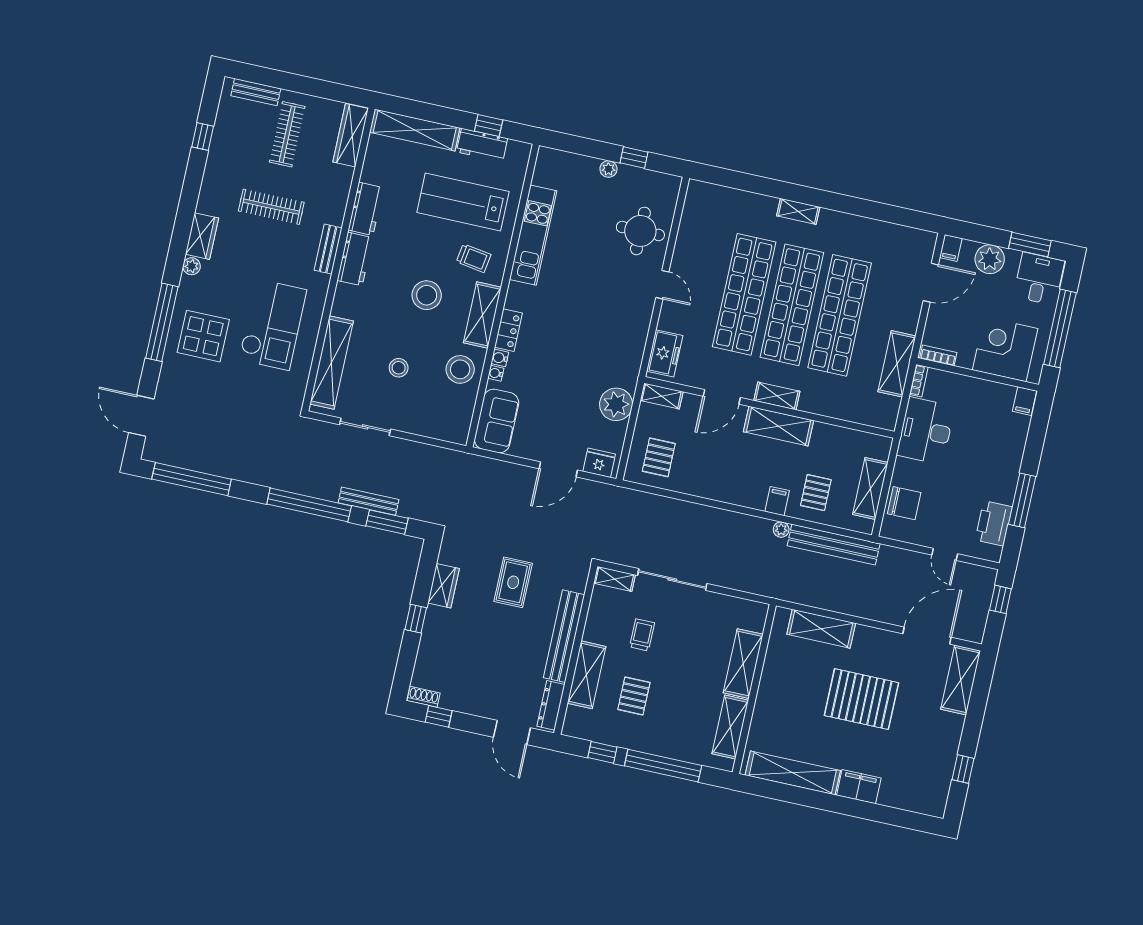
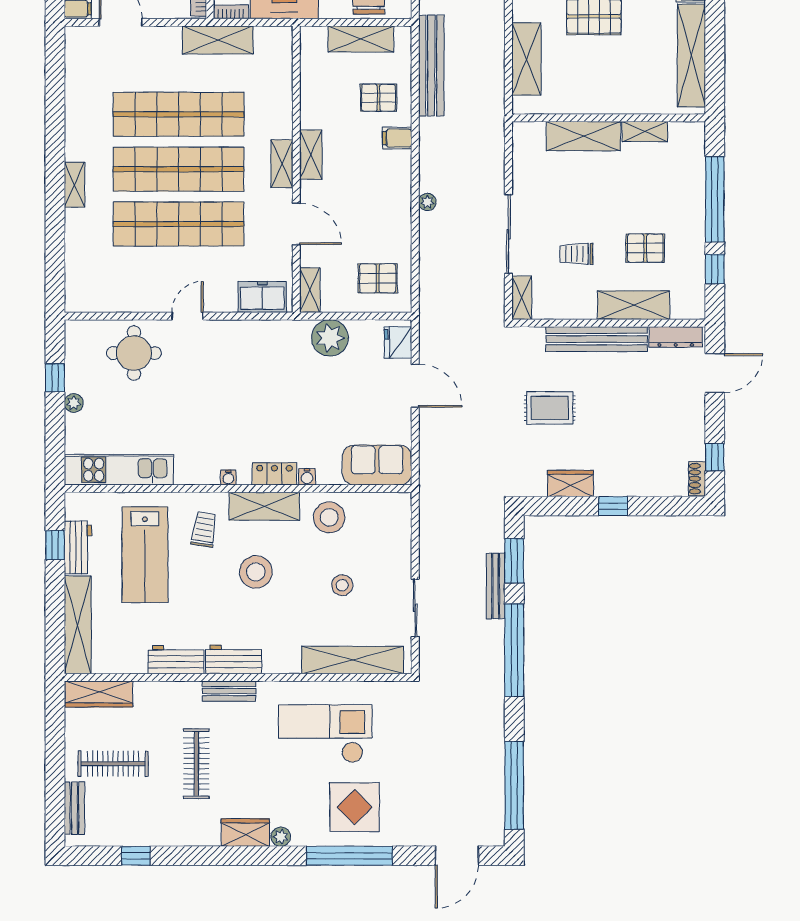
kitchen unit: (533, 235) -> (119, 470), moved
water cooler: (496, 373) -> (228, 477), moved
shelving: (779, 426) -> (311, 155), width x0.67, depth x0.75
plant: (781, 530) -> (427, 202), moved
shelving: (730, 727) -> (645, 132), width x0.67, depth x0.75

